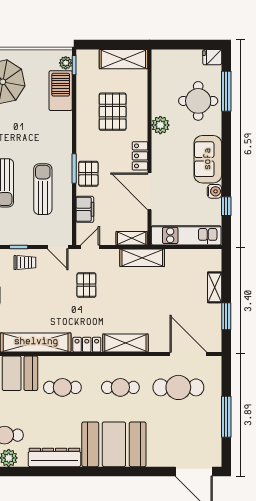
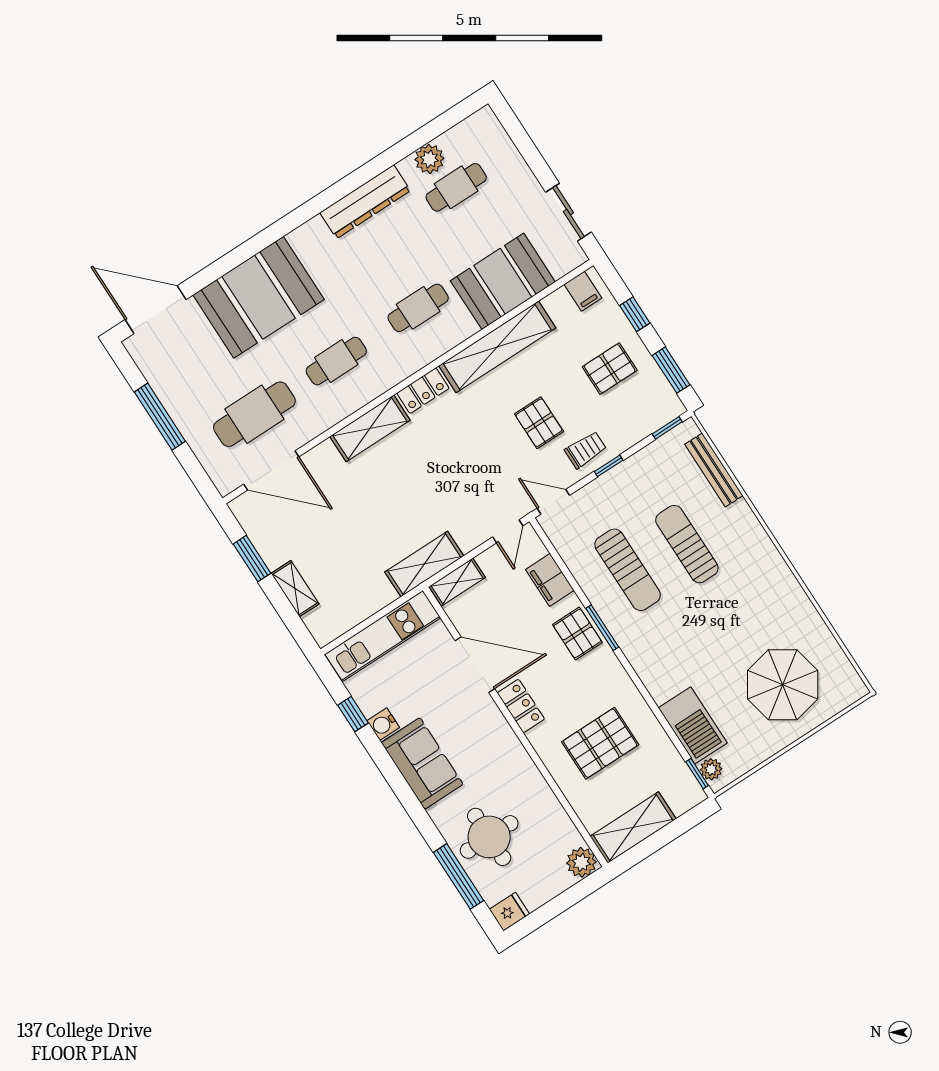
pallet: (113, 112) -> (600, 743), turned 90
plant: (160, 125) -> (581, 862), moved
trolley: (25, 263) -> (586, 450), turned 180
pallet: (86, 285) -> (539, 423), moved
booth: (114, 444) -> (259, 297), moved

